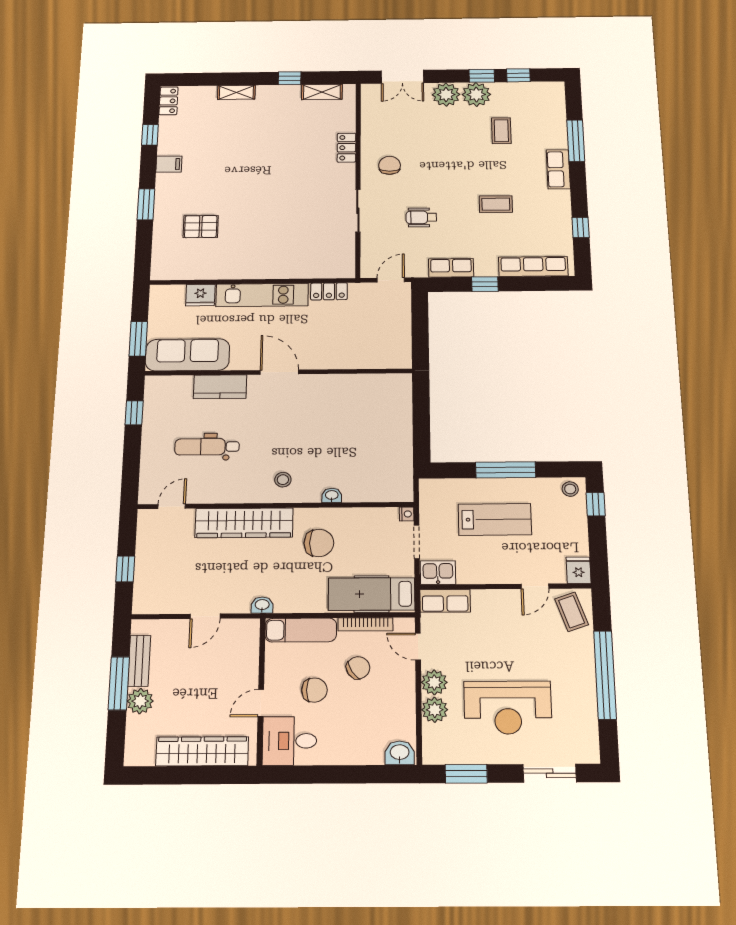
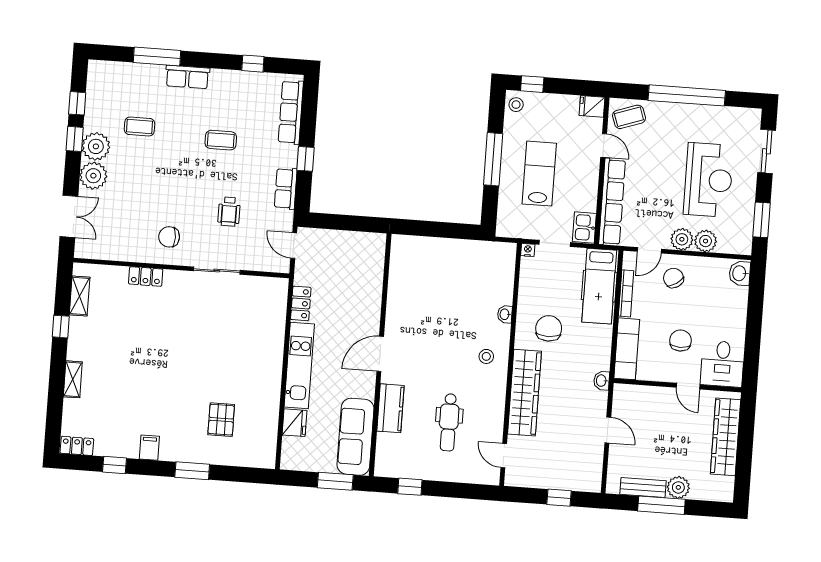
coffee table: (496, 204) -> (221, 140), turned 90
row of seats: (445, 601) -> (612, 202), width x2.02
chair: (358, 668) -> (673, 278), moved

